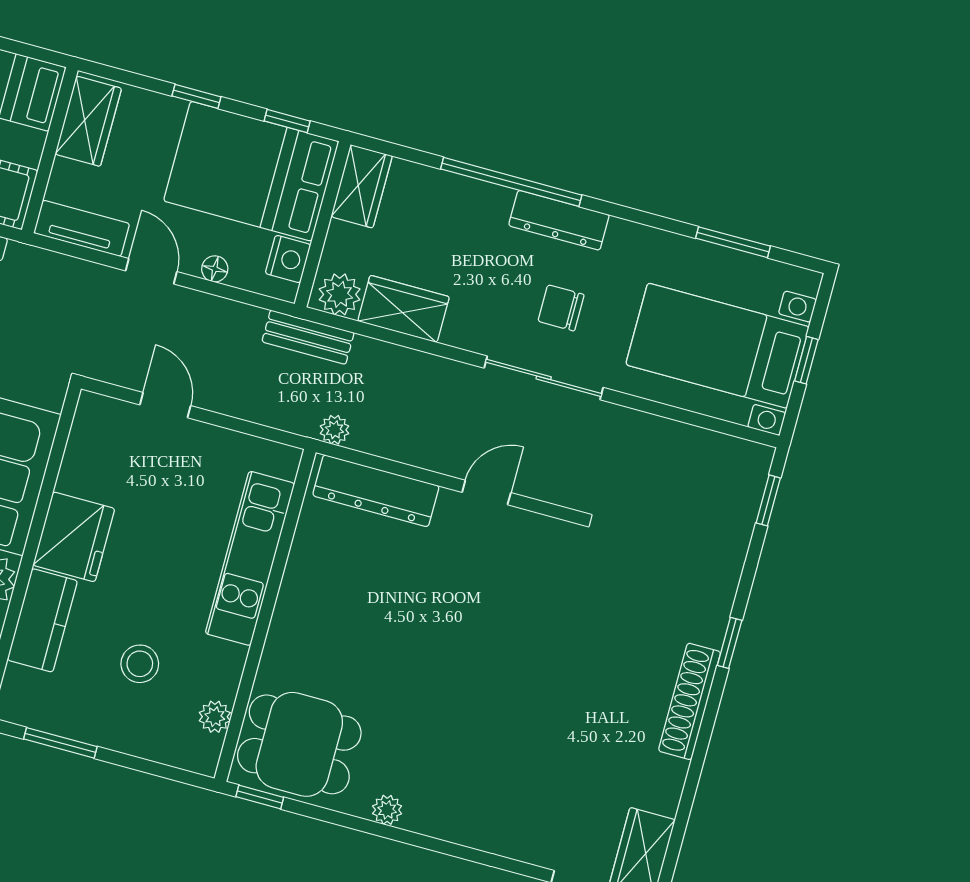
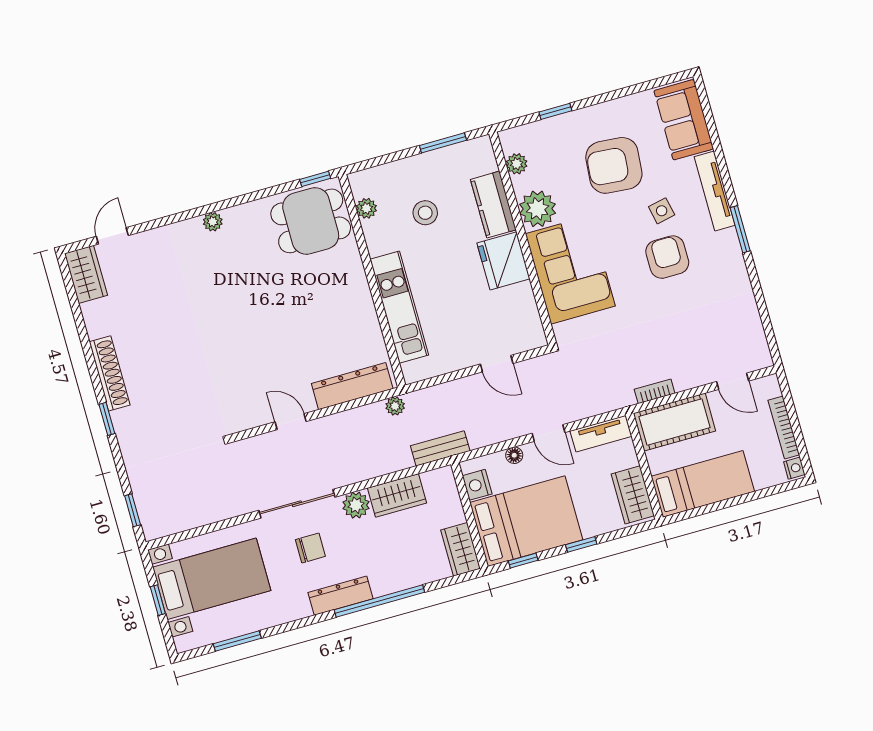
plant: (340, 294) -> (356, 505), moved
door: (486, 492) -> (291, 422), swing flipped
plant: (387, 810) -> (213, 222), moved

